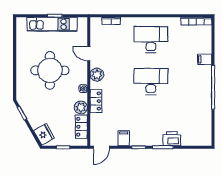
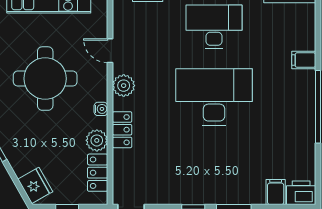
desk: (151, 82) -> (214, 97), width x1.36, depth x1.30
filing cabinet: (124, 138) -> (276, 192), moved
printer: (172, 139) -> (301, 193), moved

